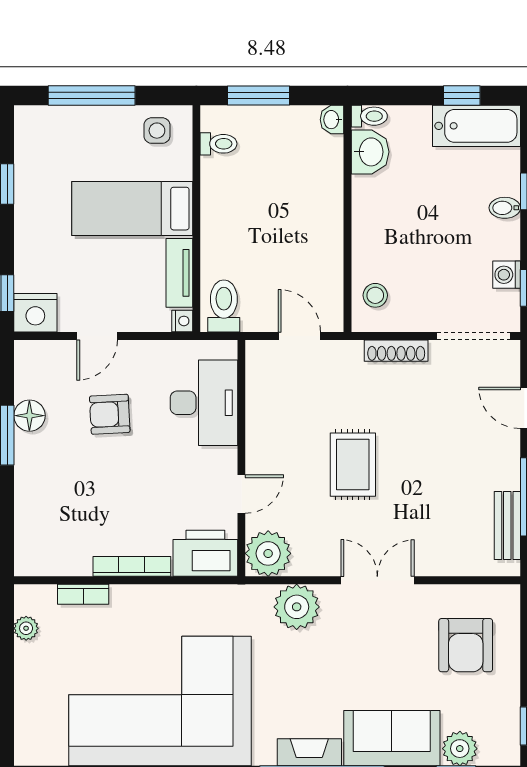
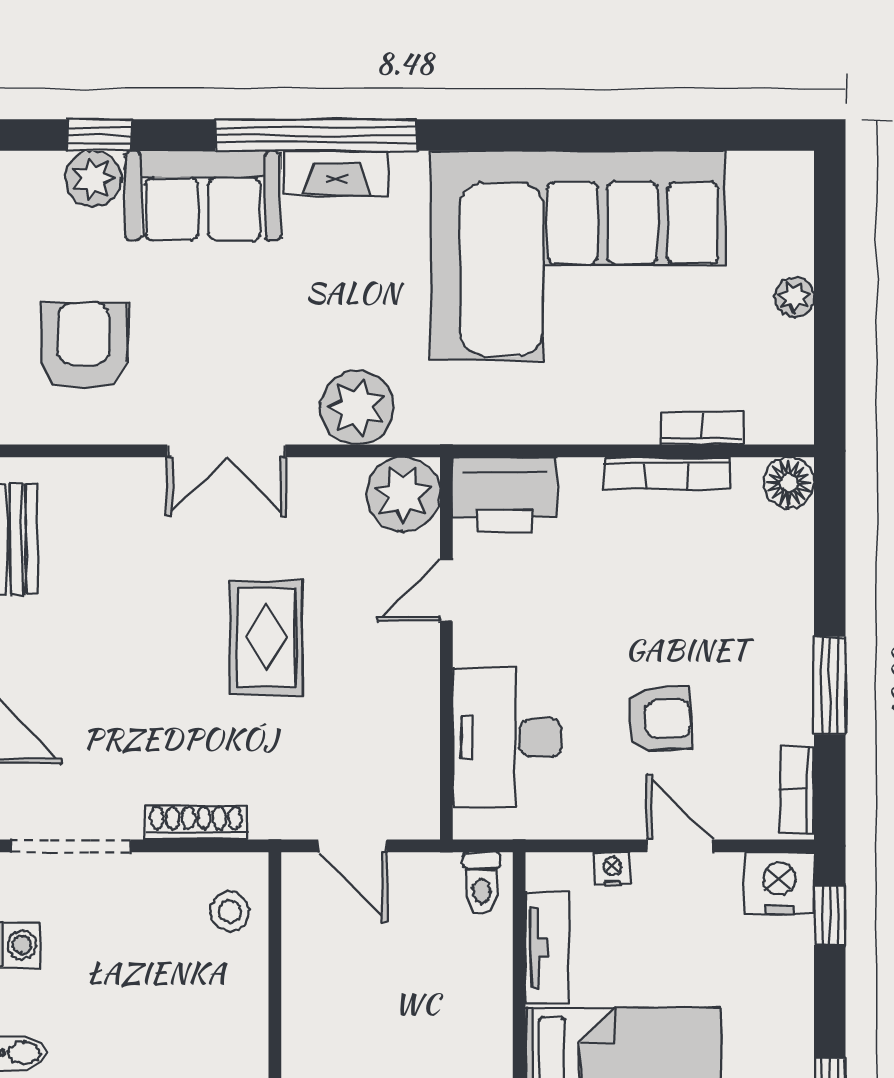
toilet: (224, 306) -> (482, 883), width x0.73, depth x0.72
nightstand: (182, 321) -> (612, 869), moved, turned 90
door: (97, 336) -> (680, 846), hinge flipped
bookcase: (25, 371) -> (797, 790), added
floor lamp: (29, 416) -> (789, 483), moved
bookcase: (132, 566) -> (667, 473), moved
plant: (26, 628) -> (794, 297), moved

